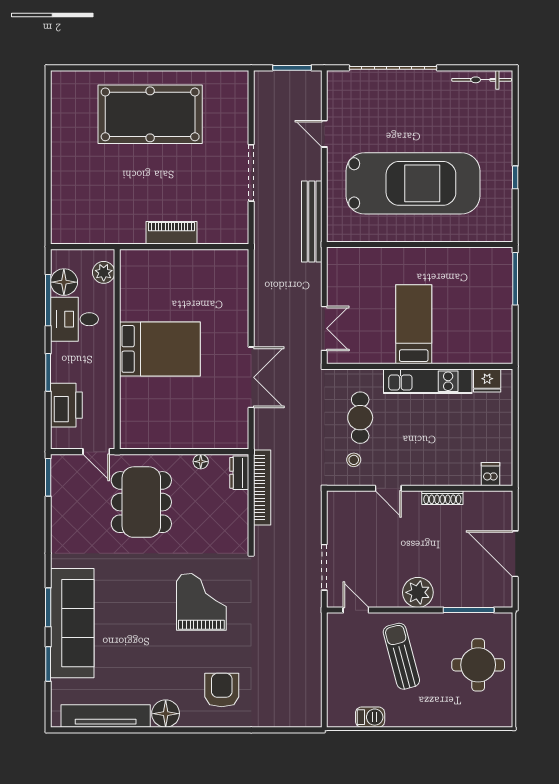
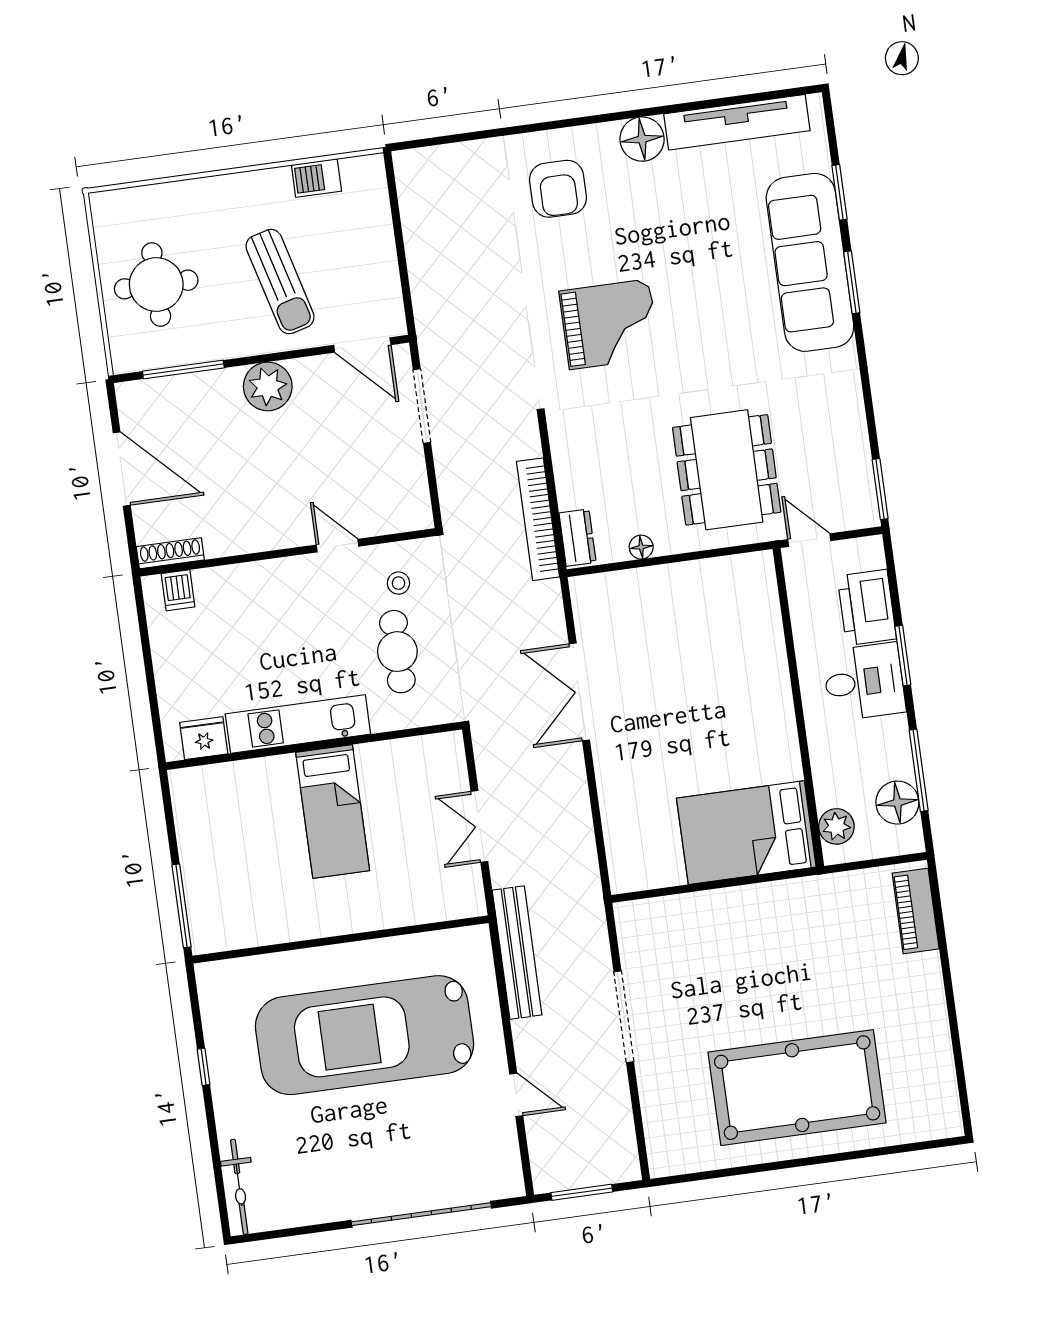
bicycle: (482, 80) -> (239, 1187), moved, turned 90
piano: (172, 233) -> (916, 911), moved, turned 90
desk: (74, 319) -> (864, 682), moved
double door: (324, 328) -> (479, 826), moved
bed: (160, 349) -> (746, 833), moved
shoe rack: (442, 498) -> (170, 553), moved
grand piano: (201, 602) -> (609, 324), turned -90
door: (356, 610) -> (362, 345), width x1.37

